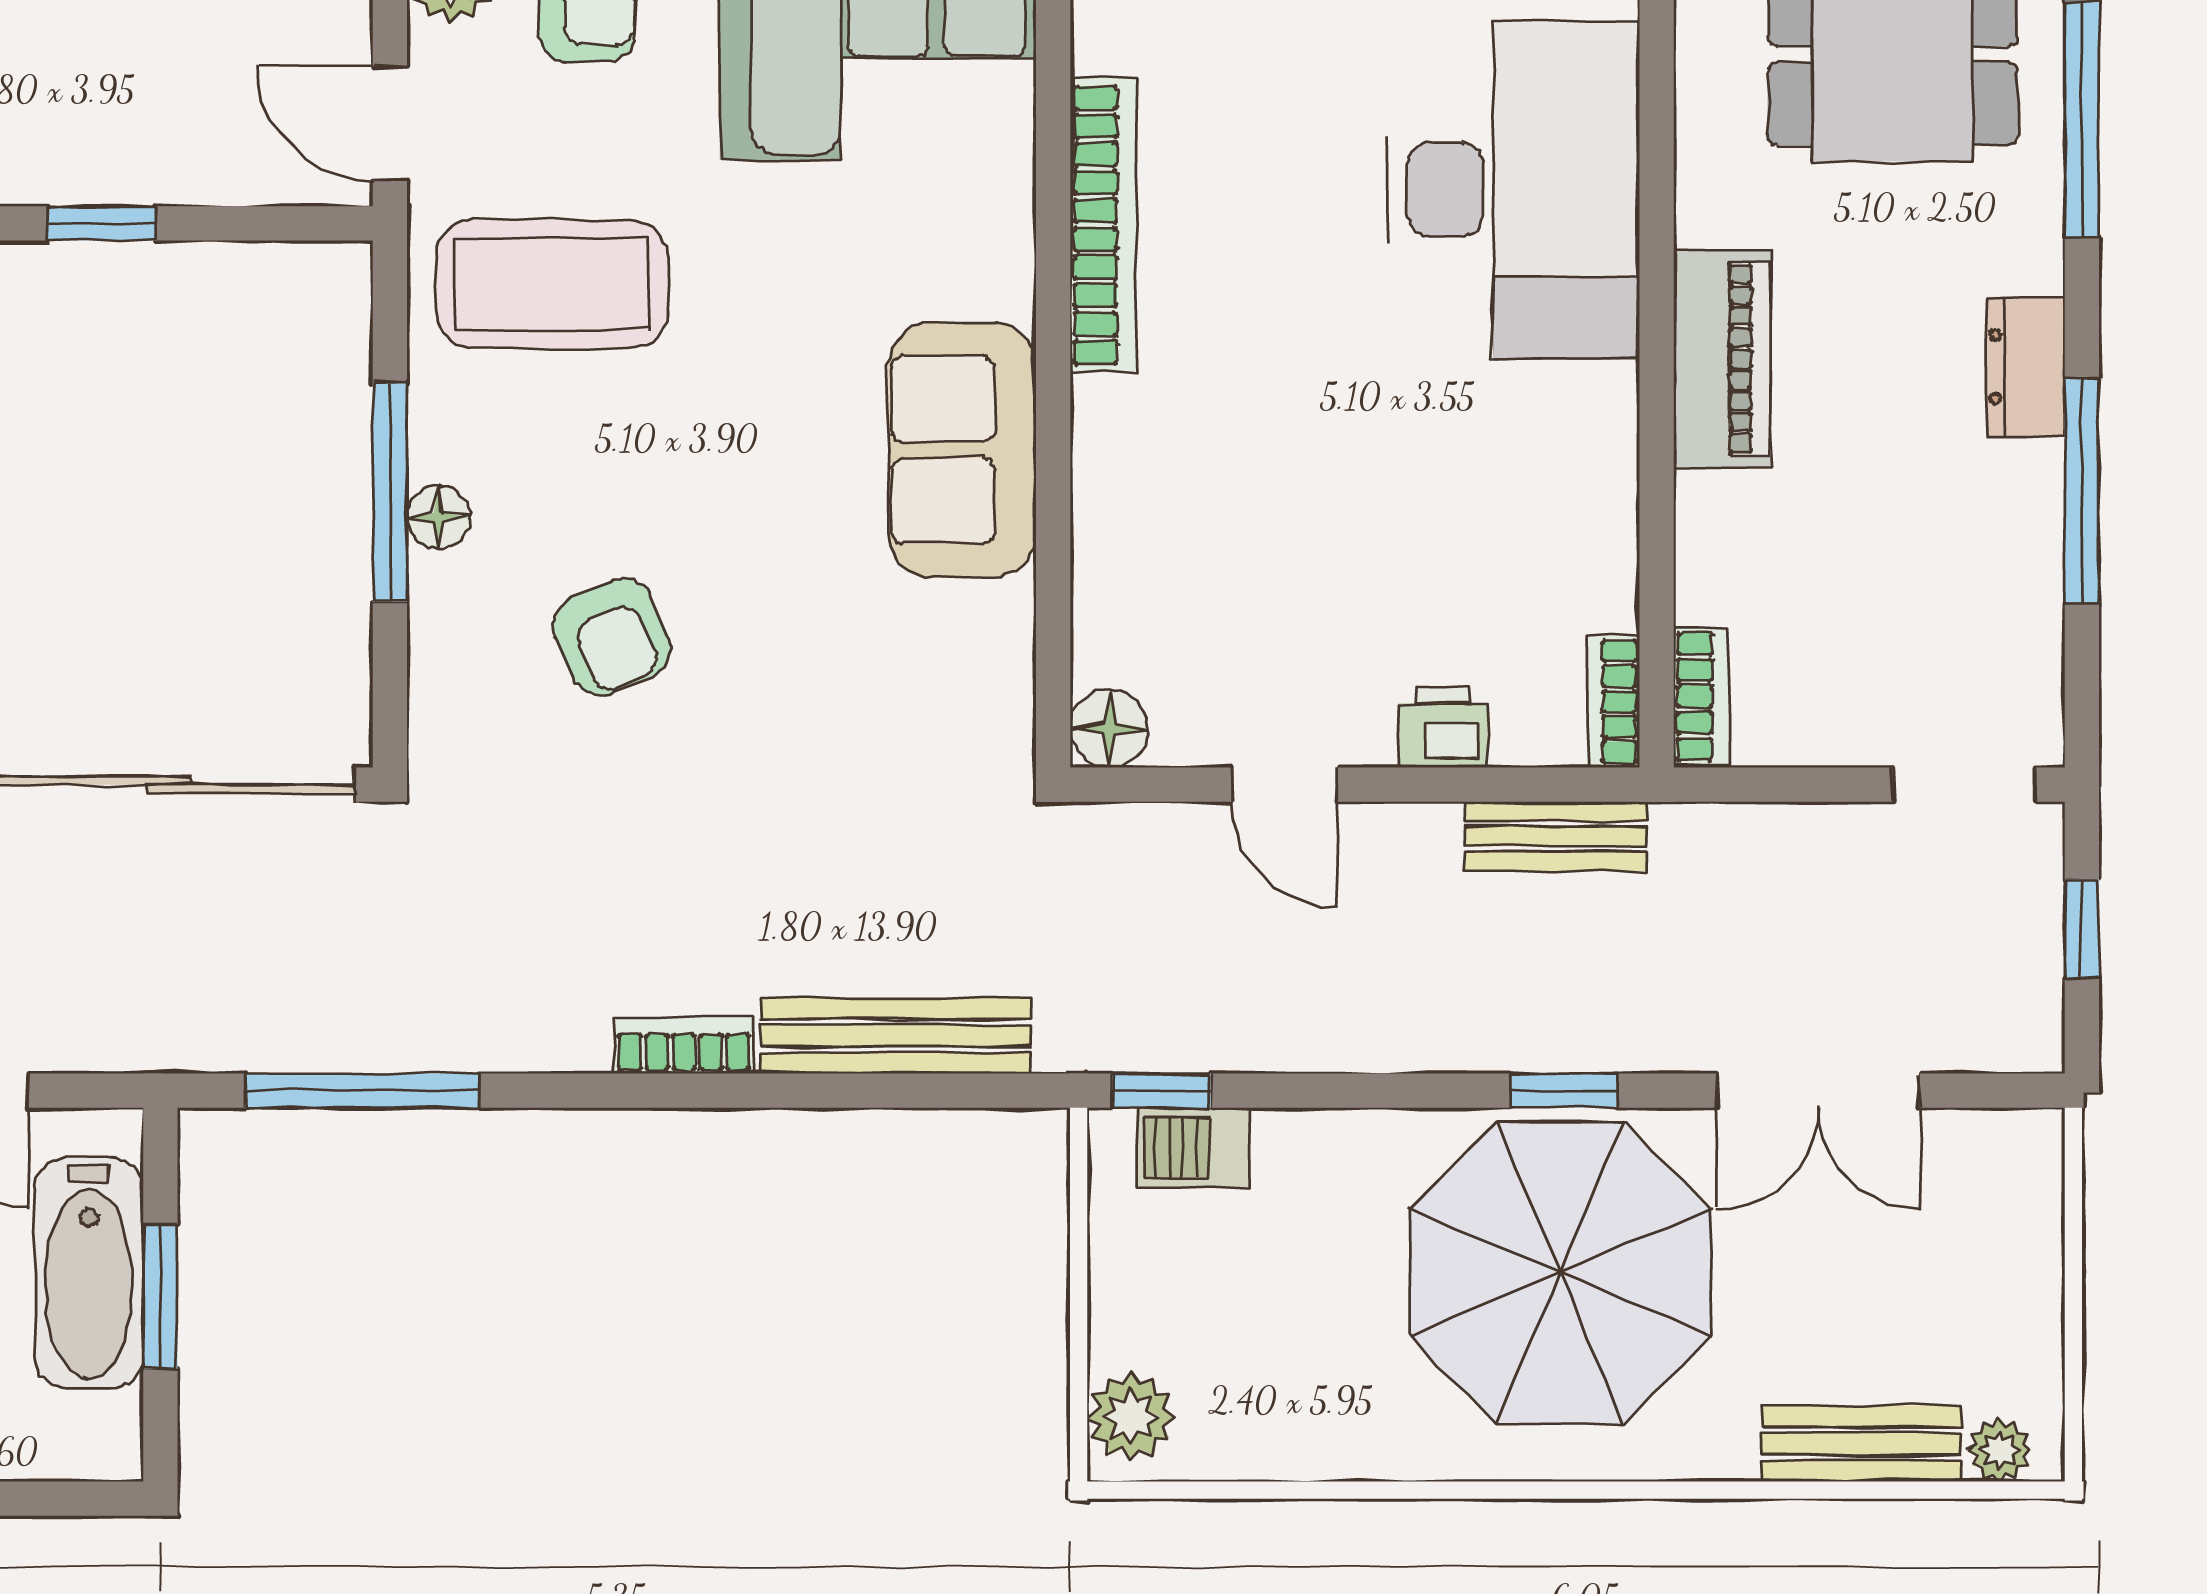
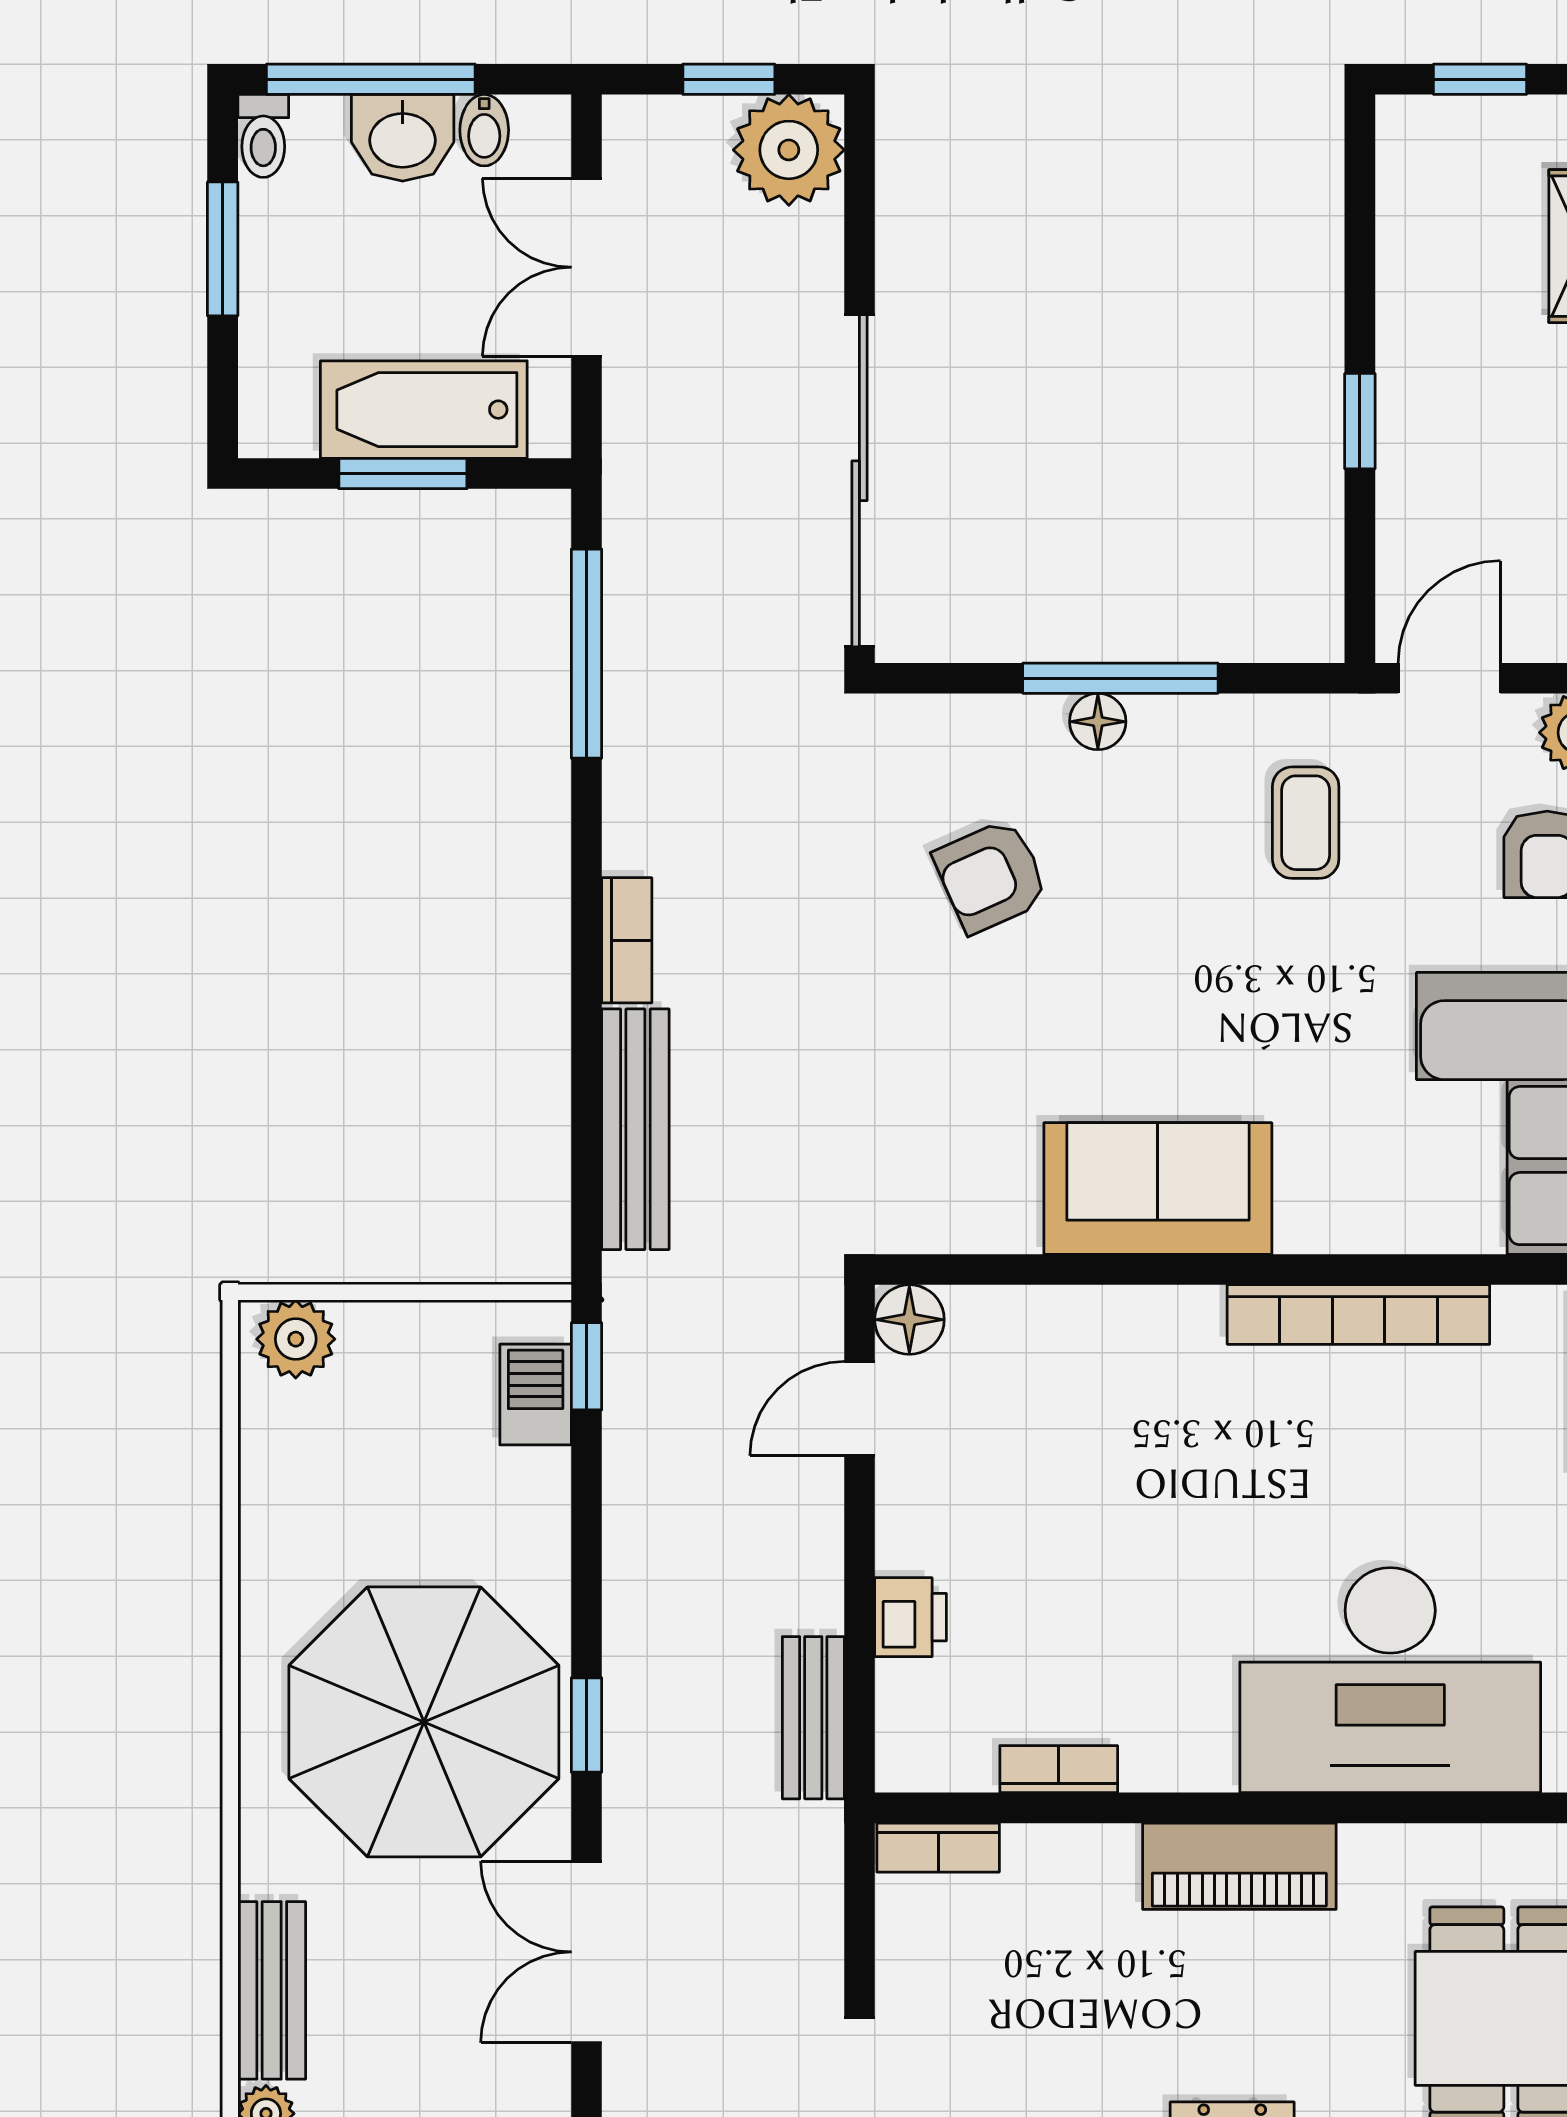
coffee table: (552, 284) -> (1306, 823), width x0.54, depth x0.58
bookcase: (1613, 701) -> (1059, 1769), moved
door: (1284, 785) -> (859, 1409), moved

